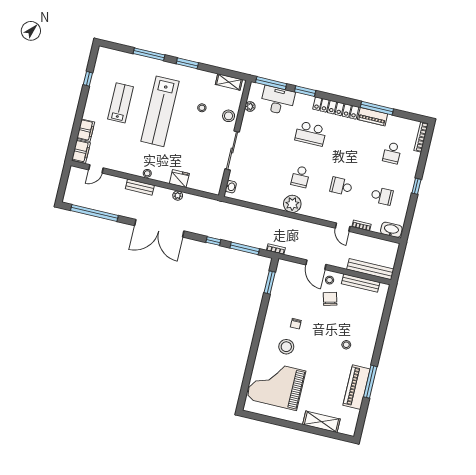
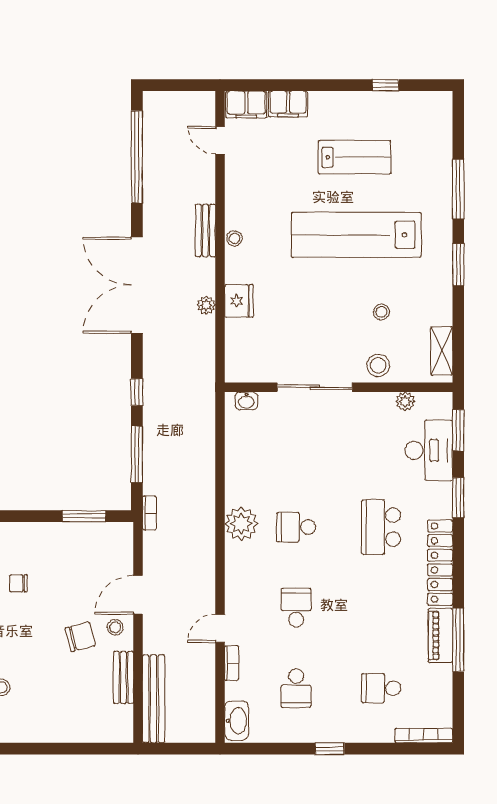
window: (271, 83) -> (458, 430), width x0.69
bench: (361, 283) -> (123, 677), width x0.73

